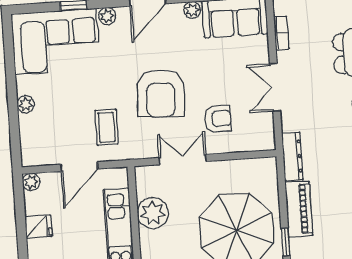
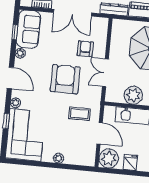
double door: (275, 87) -> (73, 13), width x1.37
armchair: (161, 93) -> (65, 79), turned -93
plant: (31, 182) -> (109, 158), width x1.88, depth x1.88

